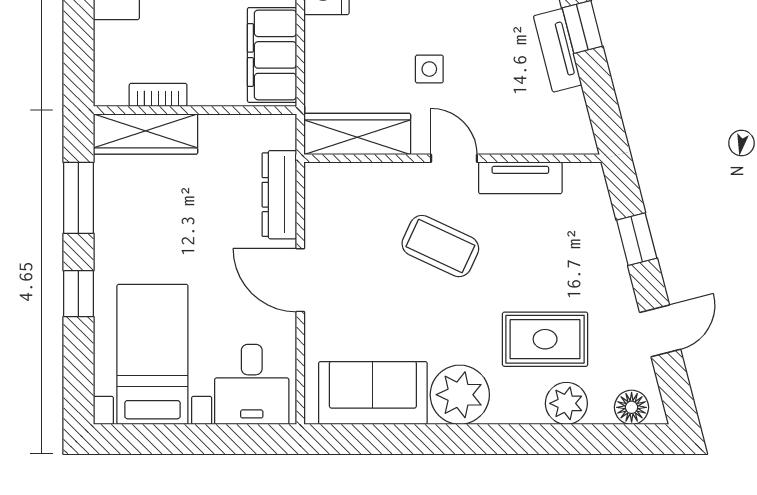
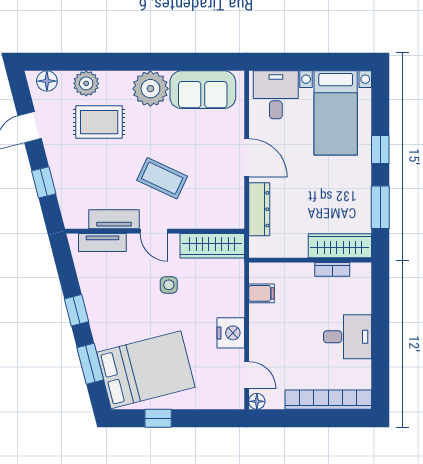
tv unit: (558, 50) -> (102, 242), moved, turned 104
filing cabinet: (272, 55) -> (261, 293), width x0.33, depth x0.86

